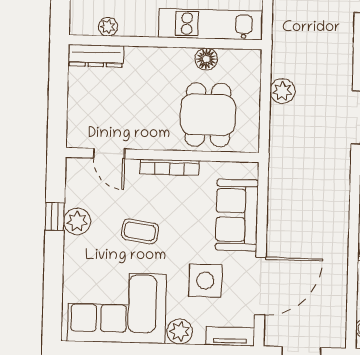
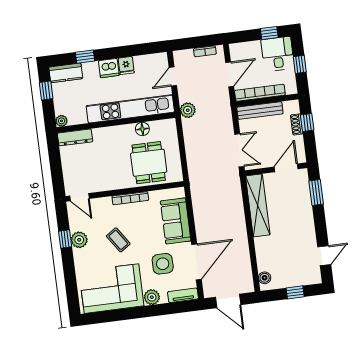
kitchen unit: (211, 24) -> (130, 109), width x1.36
plant: (108, 27) -> (62, 121), moved
plant: (282, 91) -> (188, 110), moved
door: (109, 154) -> (79, 197), moved
coffee table: (140, 231) -> (118, 240), turned 48

